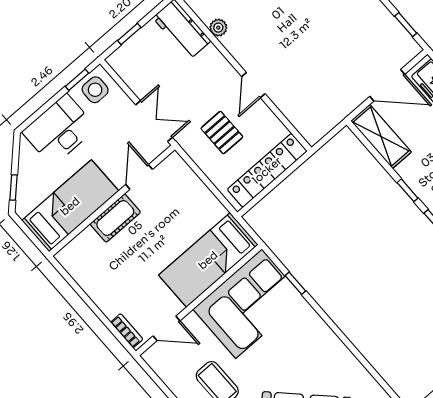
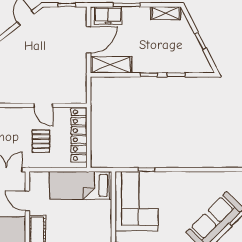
door: (253, 85) -> (43, 105), moved
pallet: (222, 133) -> (41, 141), turned 90
bed: (208, 260) -> (81, 185), moved, turned 90

